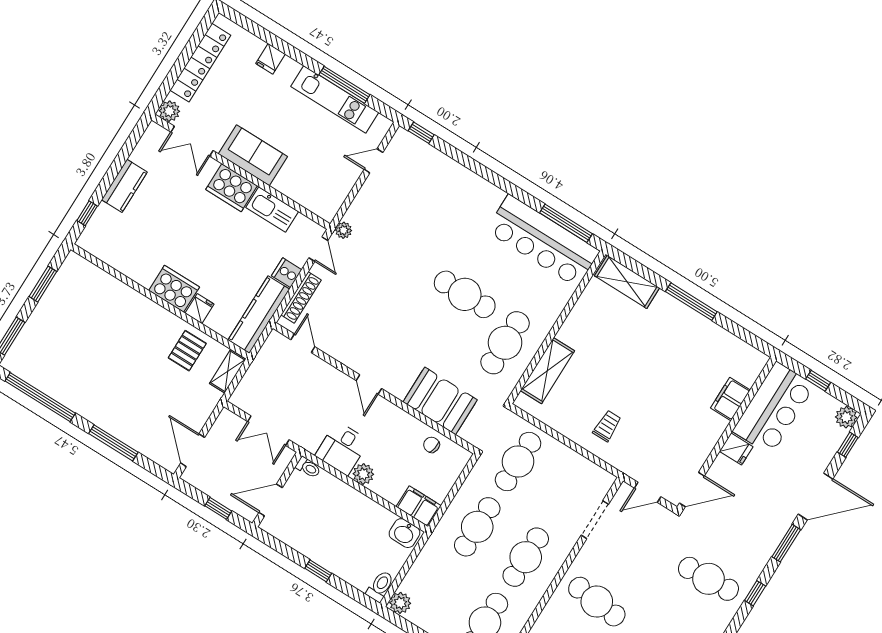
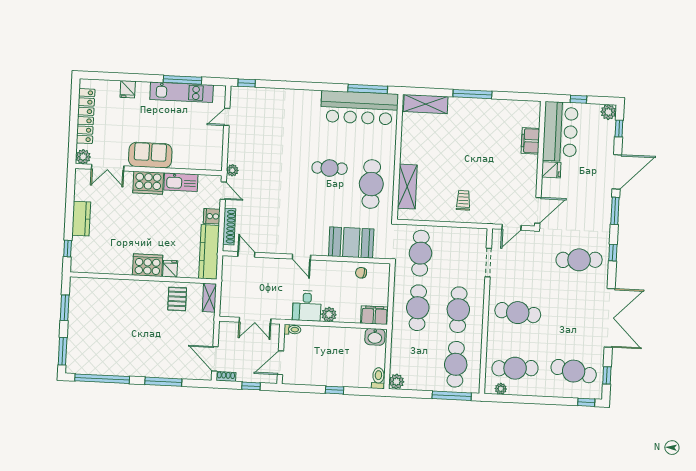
cafe table: (465, 294) -> (330, 168), width x0.73, depth x0.74
shoe rack: (194, 479) -> (226, 376), added

